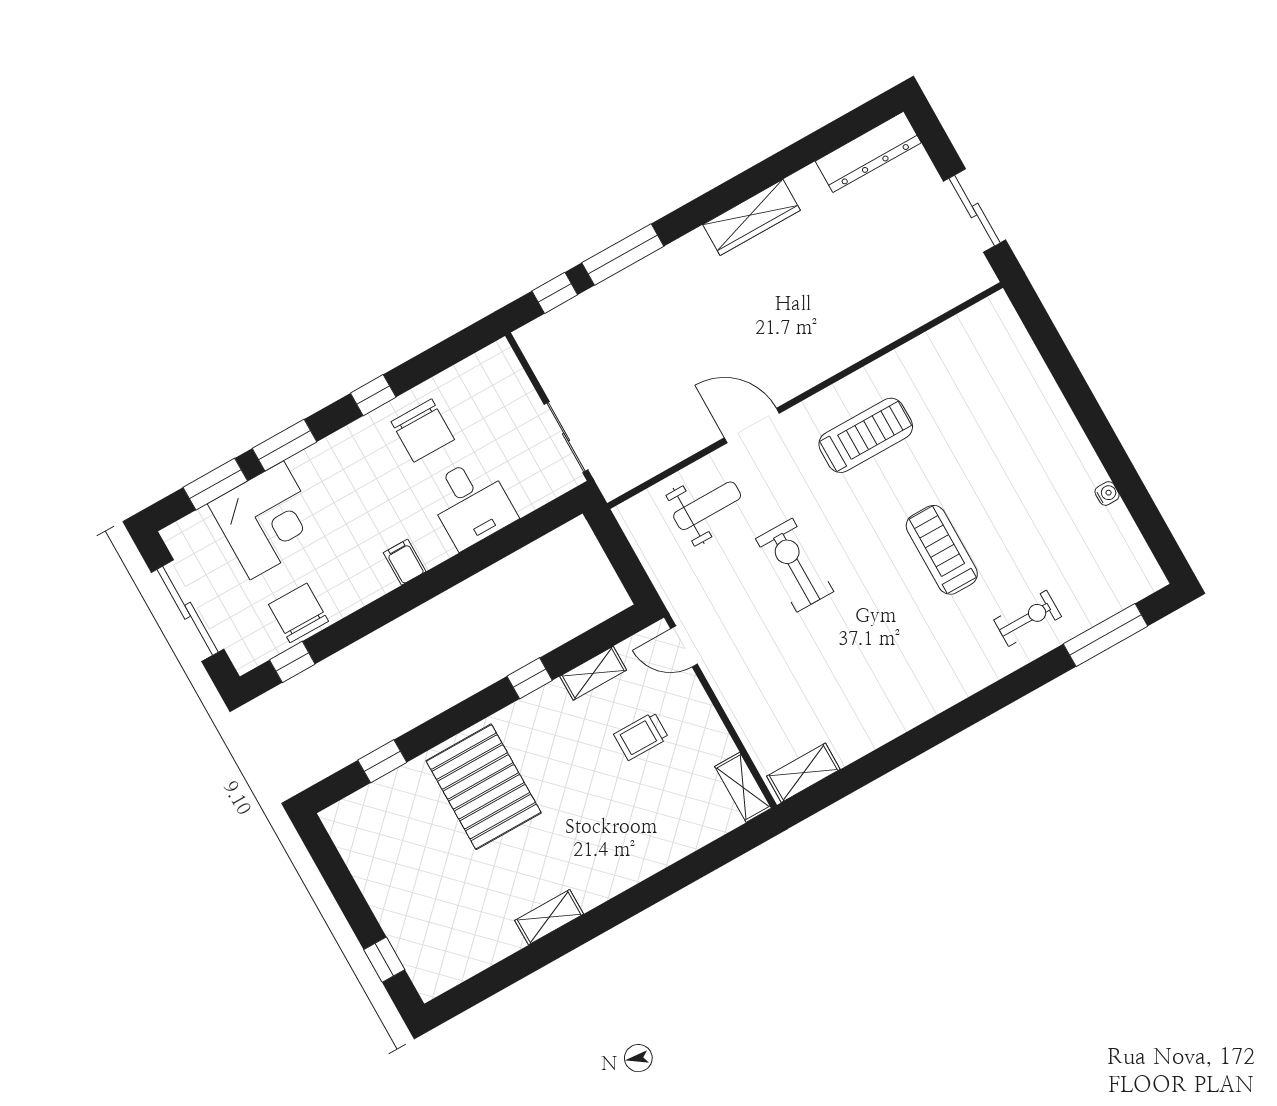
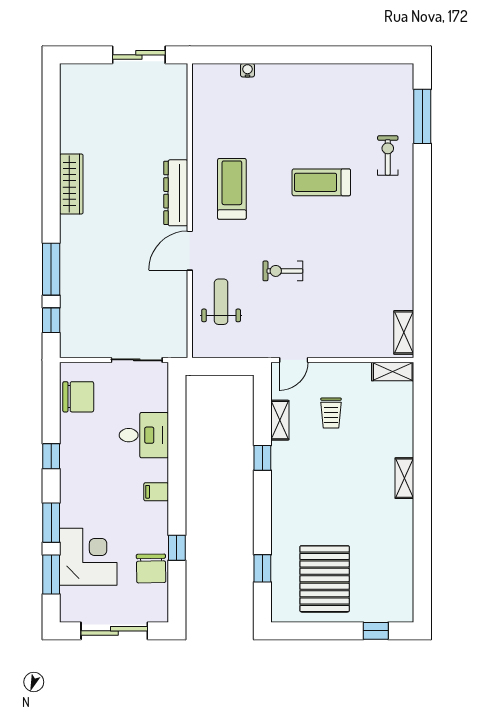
dresser: (868, 152) -> (176, 193), moved, turned 180
chair: (423, 431) -> (78, 397), moved
water cooler: (1107, 493) -> (248, 70), moved
exercise bike: (795, 565) -> (283, 271), width x0.73, depth x0.72
chair: (299, 613) -> (151, 568), turned -91
window: (292, 662) -> (177, 548), moved
pallet: (484, 787) -> (325, 579), moved, turned 90
shelving: (549, 917) -> (404, 478), moved

